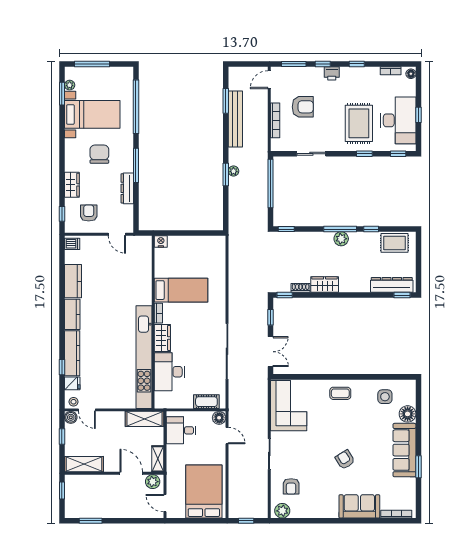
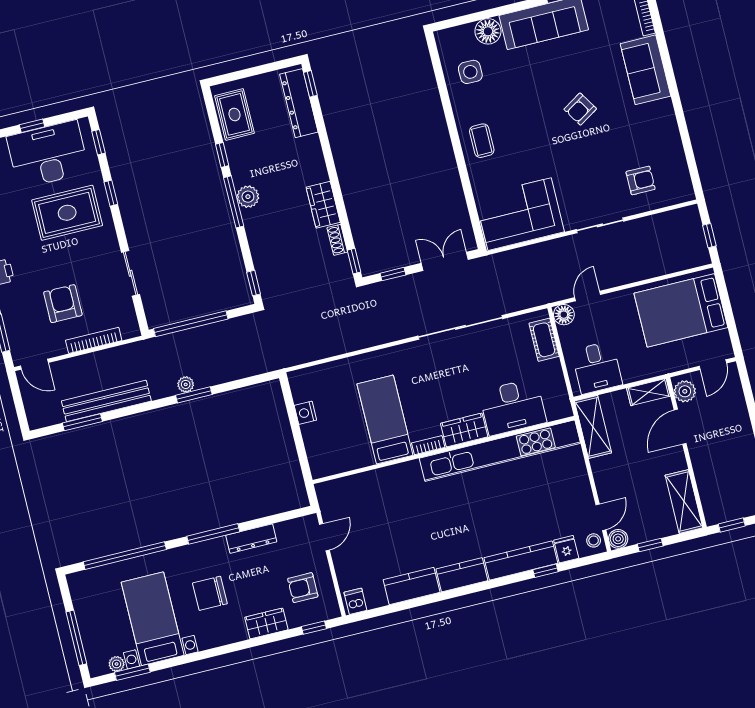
nightstand: (161, 241) -> (305, 413), moved
plant: (282, 511) -> (681, 185), removed

